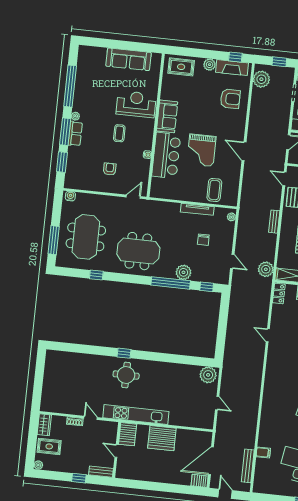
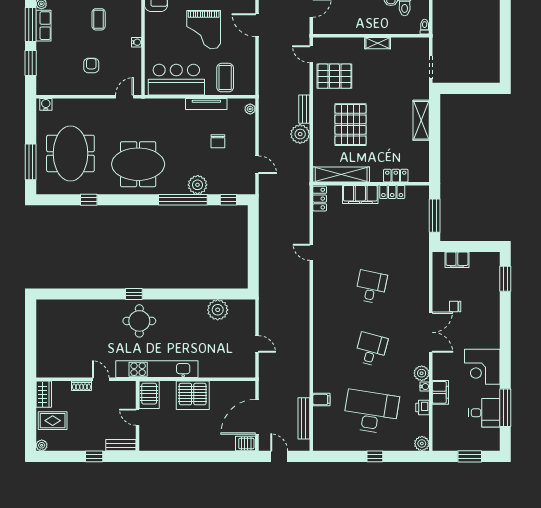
bar counter: (166, 155) -> (176, 80), moved, turned -90
plant: (266, 269) -> (300, 134), moved
plant: (208, 375) -> (218, 310), moved

